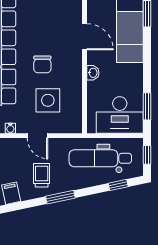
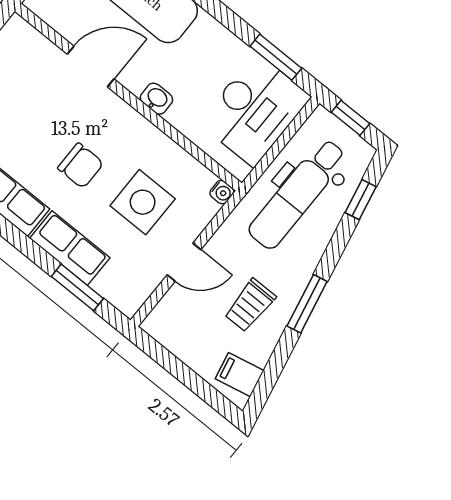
water cooler: (10, 128) -> (222, 192), moved
trolley: (42, 175) -> (250, 305), turned -90

